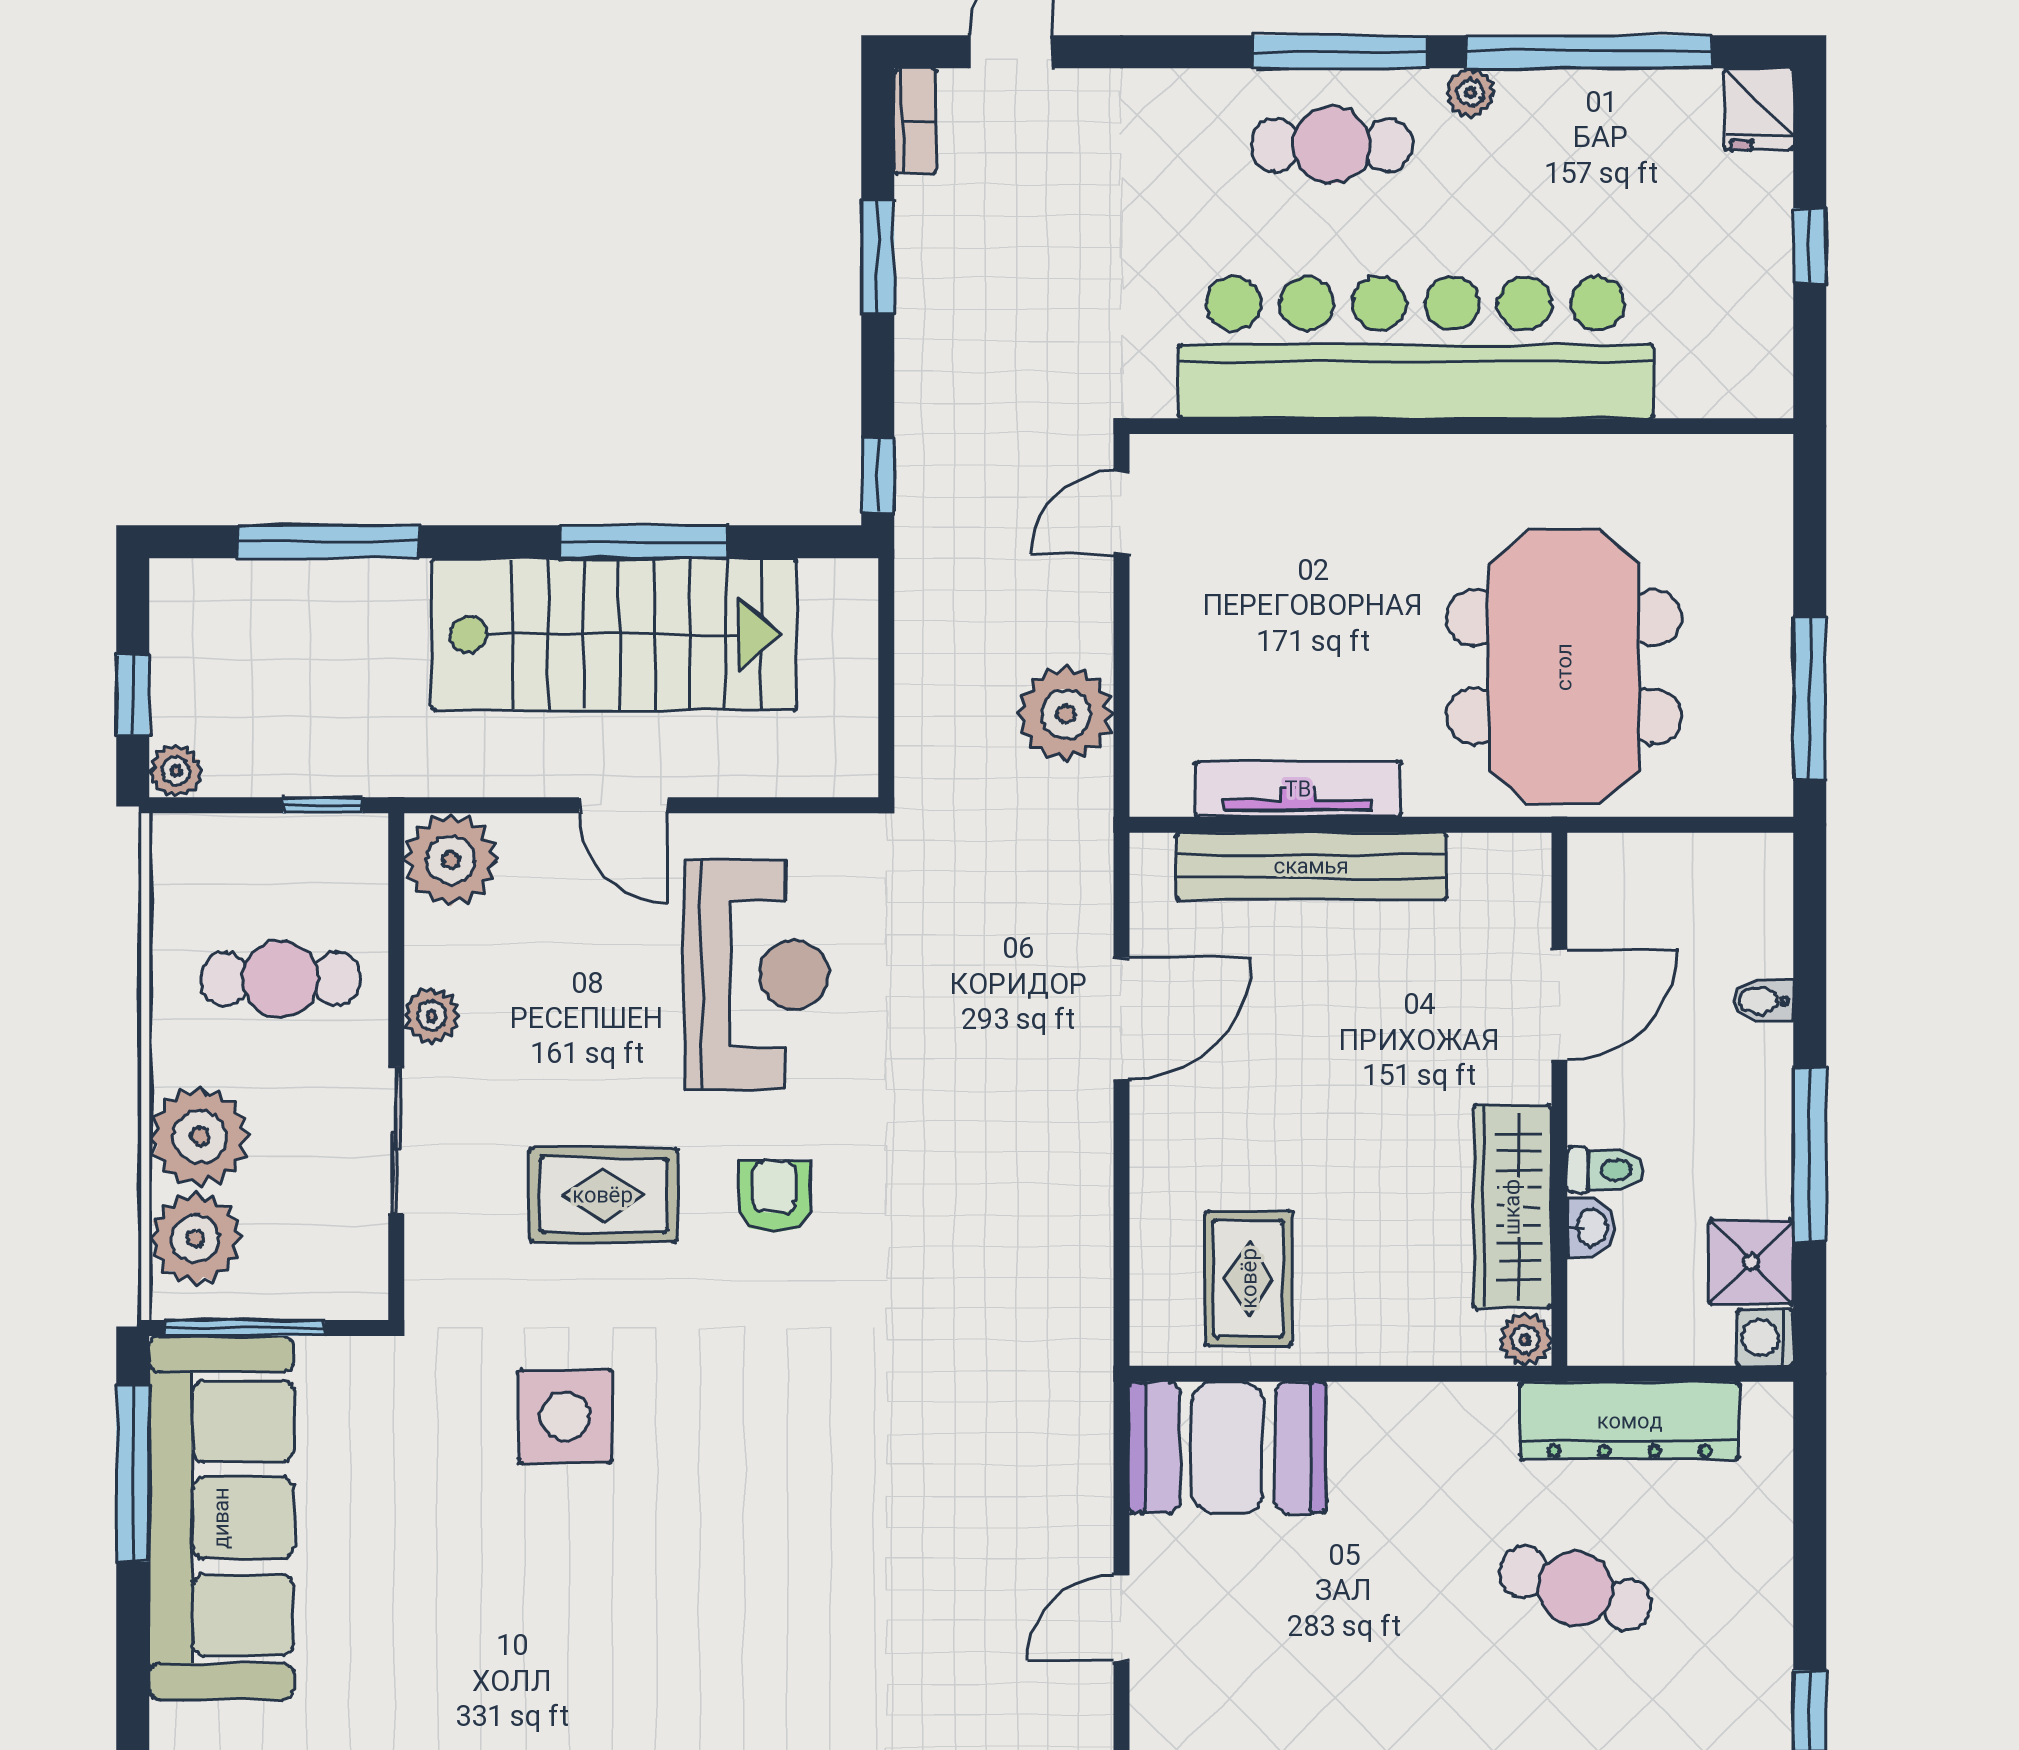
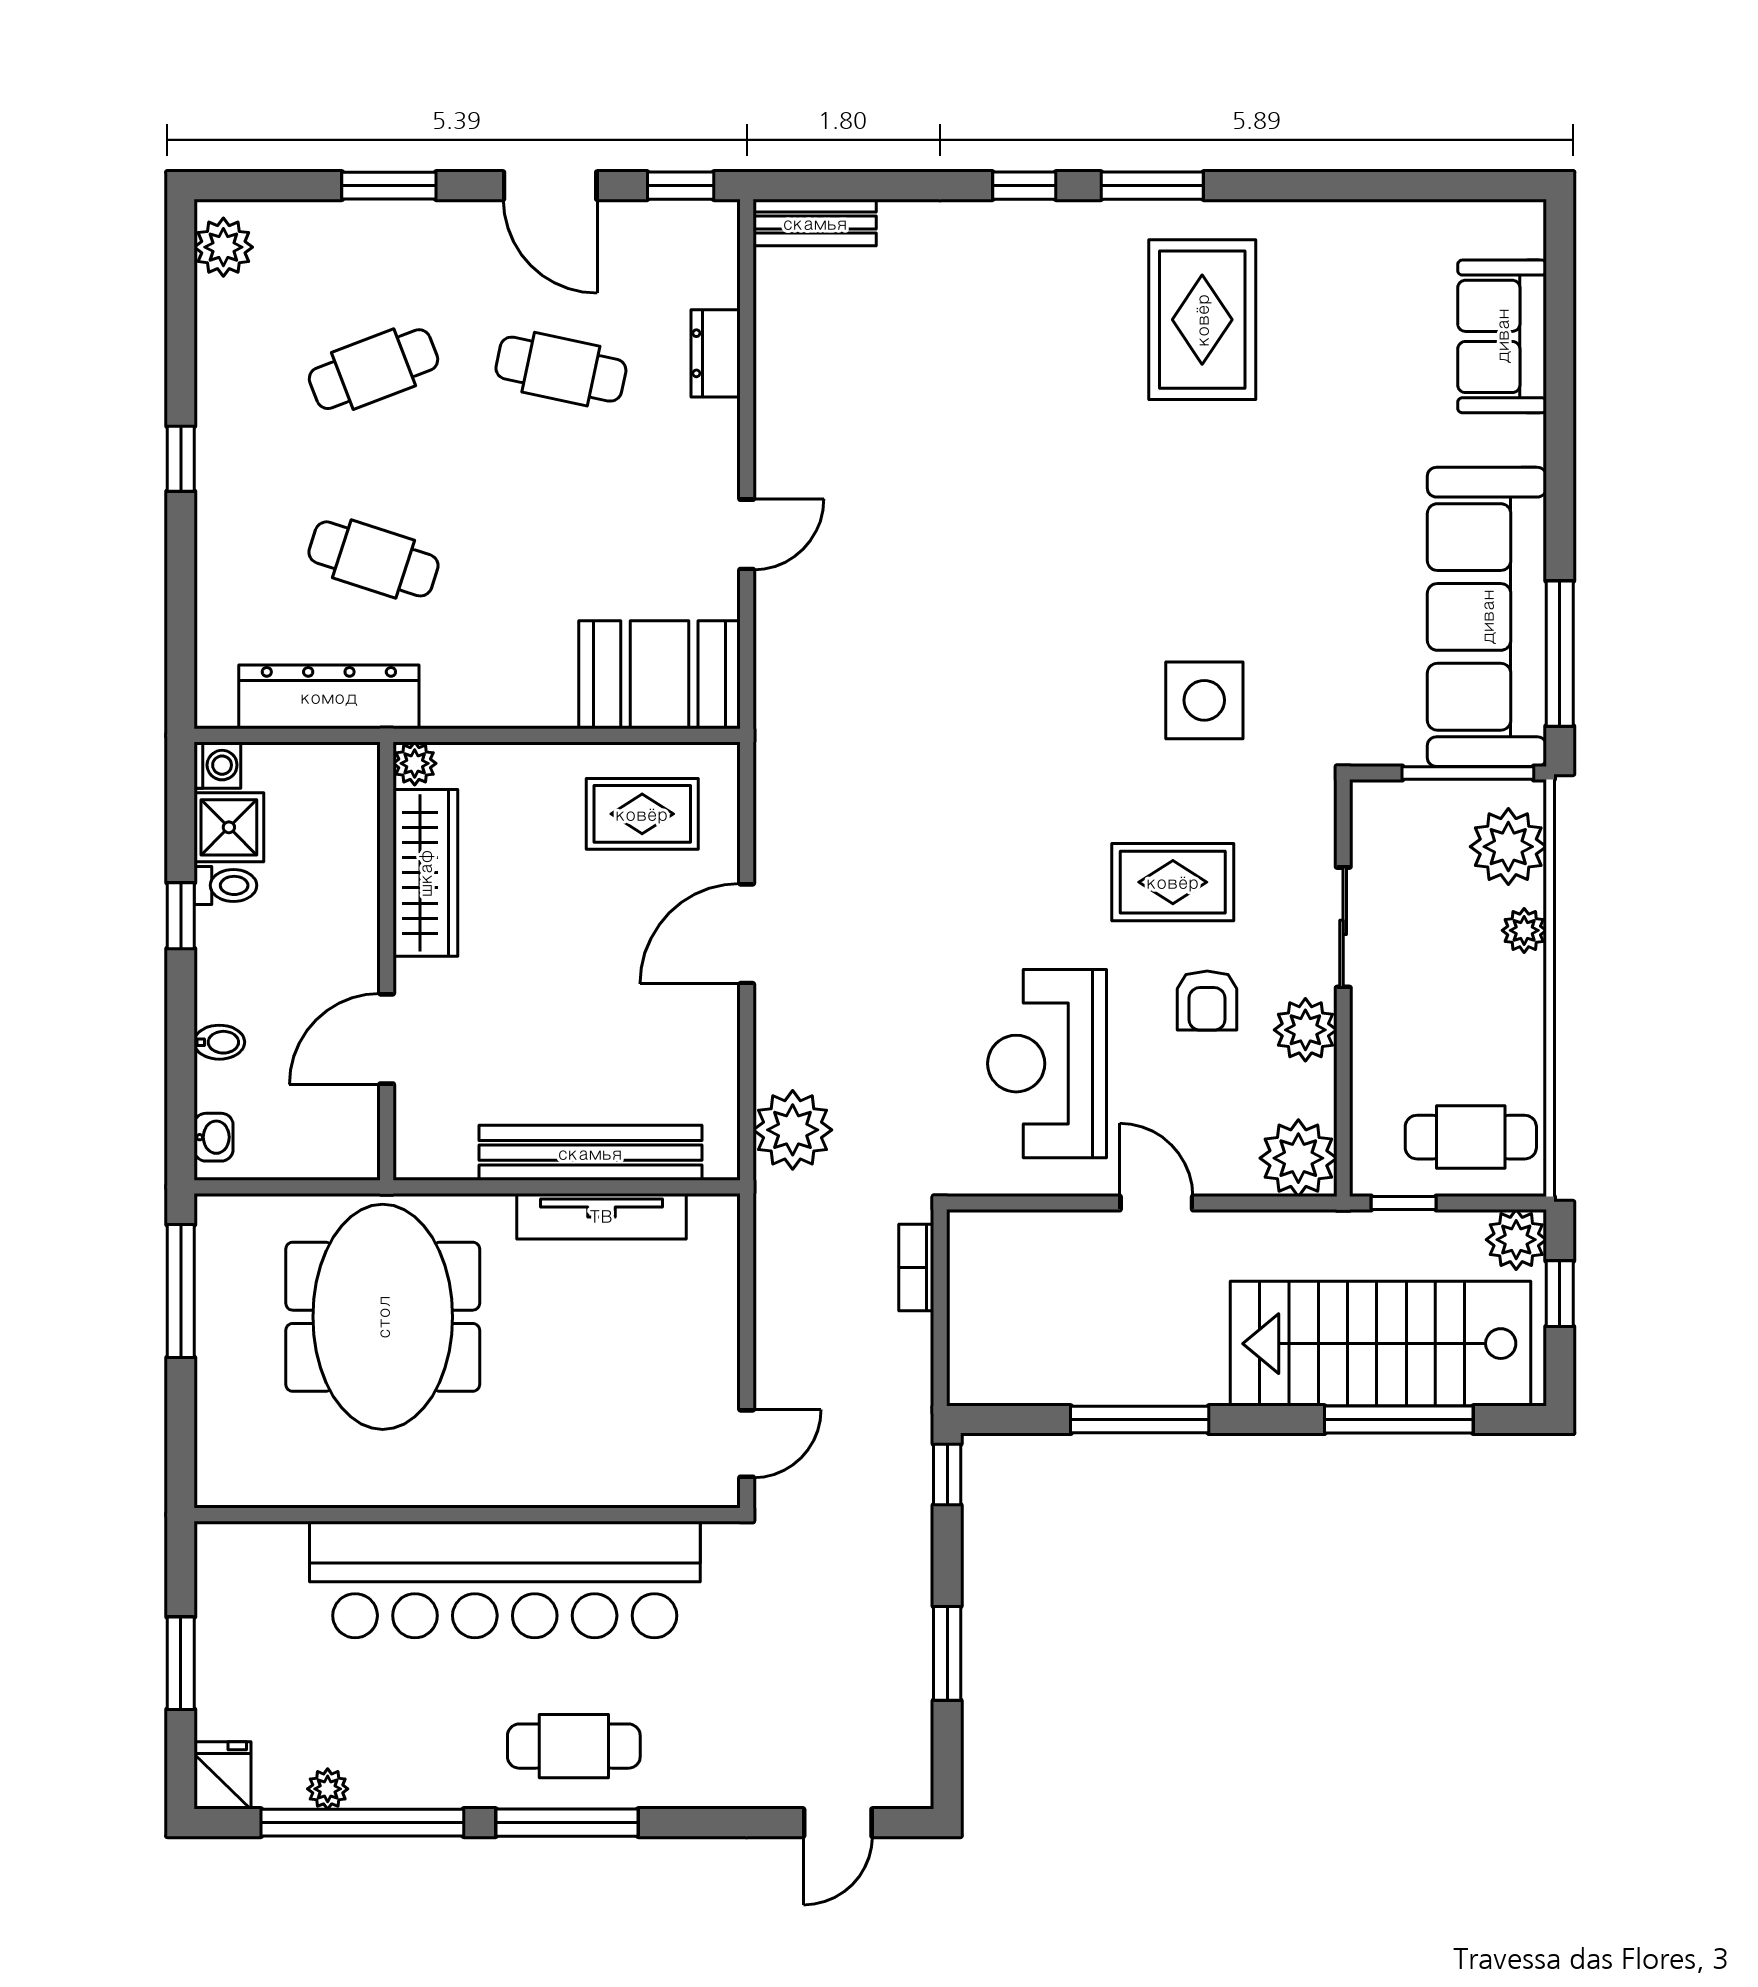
plant: (1470, 93) -> (328, 1789), moved
bookcase: (915, 121) -> (916, 1267), moved
window: (1810, 246) -> (181, 1663), width x1.50
stairs: (614, 634) -> (1381, 1344), moved
plant: (1066, 714) -> (793, 1130), moved
plant: (176, 771) -> (1516, 1240), width x1.38, depth x1.38
cafe table: (281, 979) -> (1471, 1137), moved
plant: (432, 1016) -> (1305, 1030), width x1.38, depth x1.38
door: (1122, 1019) -> (747, 934), moved
plant: (200, 1137) -> (1524, 930), width x0.53, depth x0.53
window: (1810, 1155) -> (181, 916), width x0.46
toilet: (1605, 1170) -> (225, 885), moved, turned 180
armchair: (775, 1196) -> (1207, 1001), moved
washbasin: (1591, 1228) -> (214, 1137), moved, turned 180
rug: (1249, 1278) -> (642, 814), turned 90

